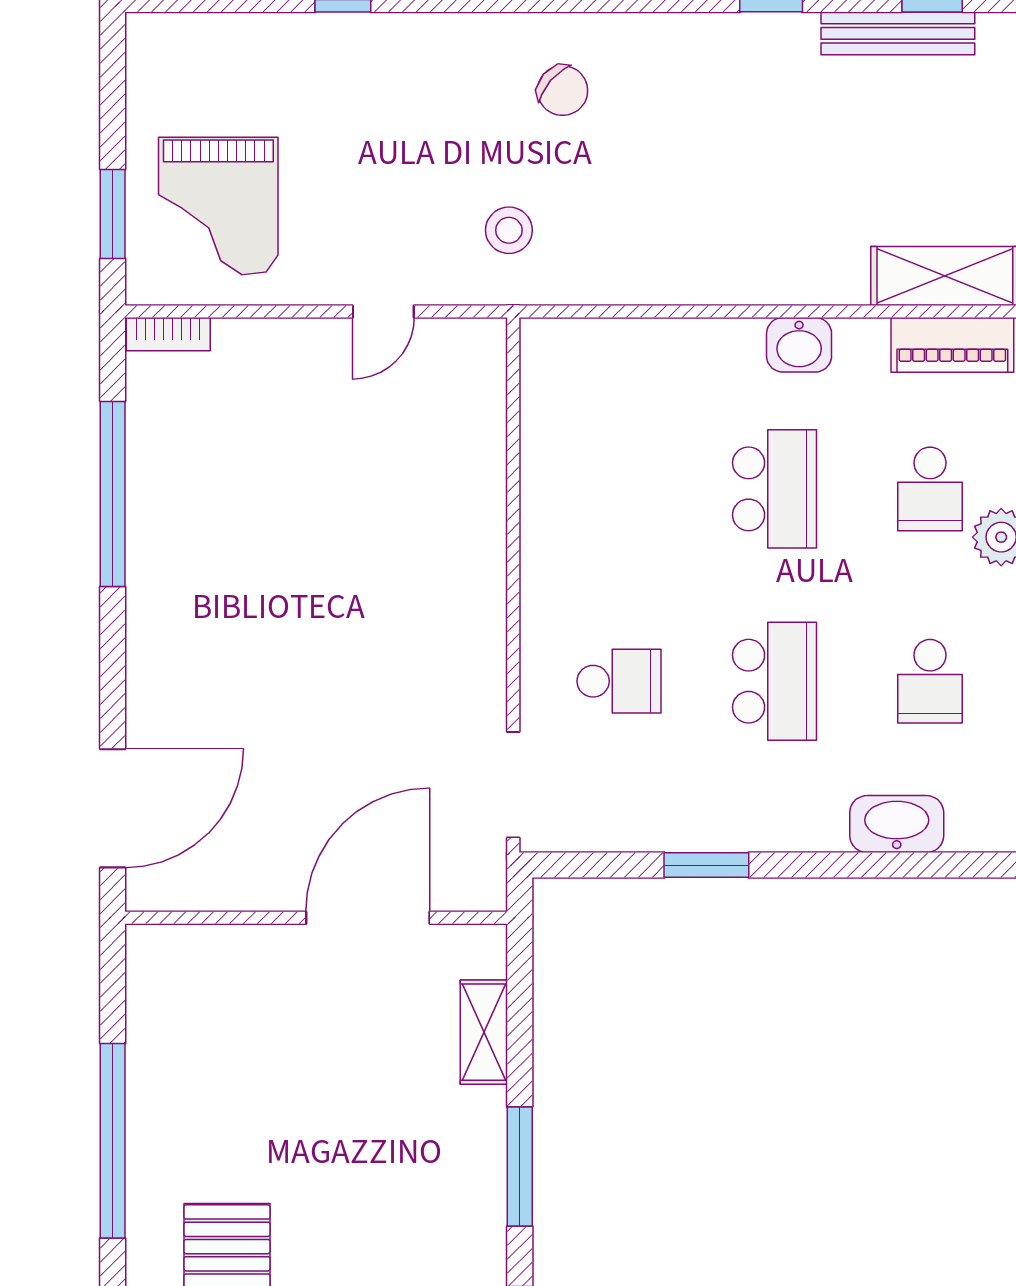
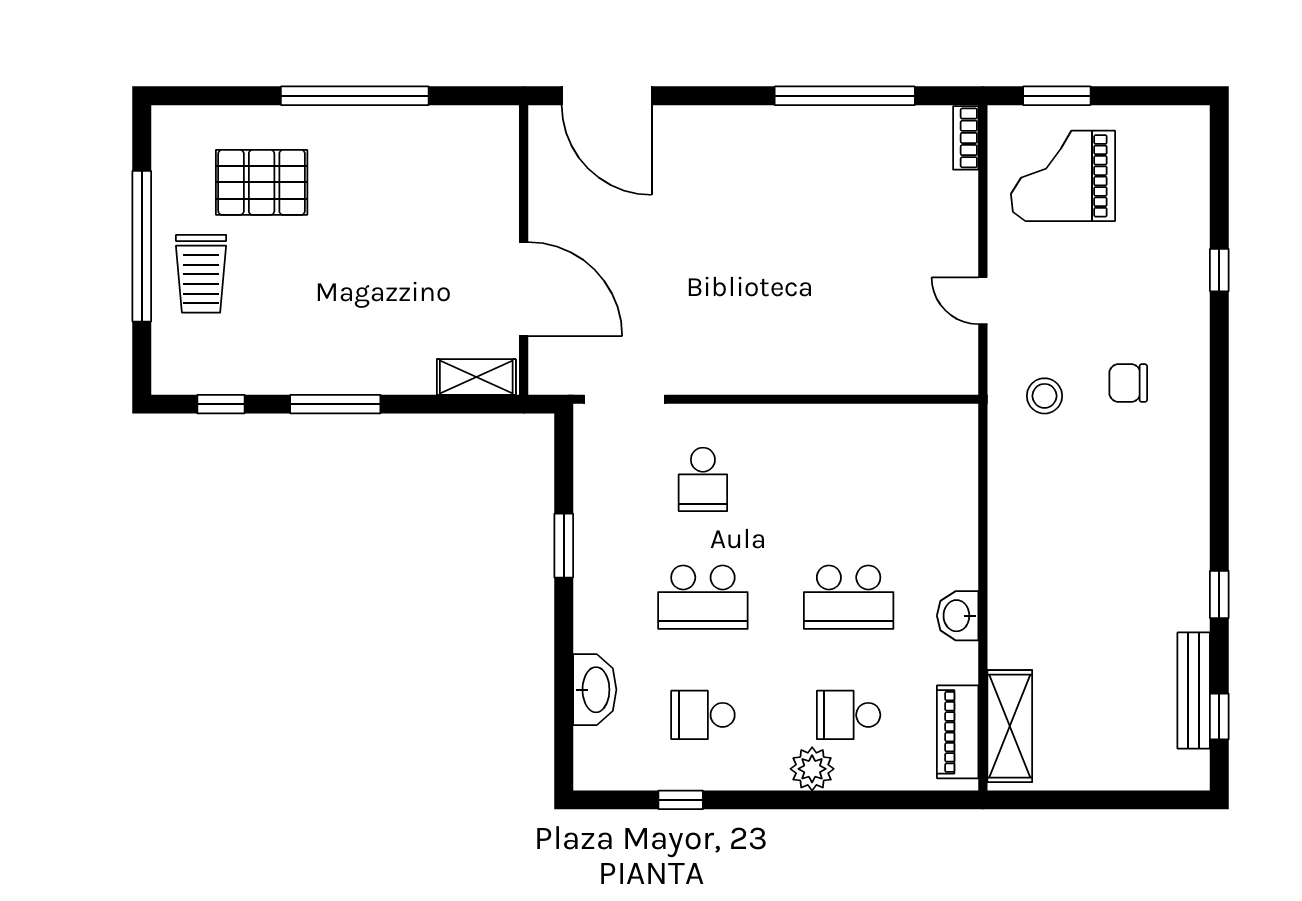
chair: (563, 91) -> (1128, 383), moved, turned 49
shelving: (484, 1032) -> (476, 377), moved

